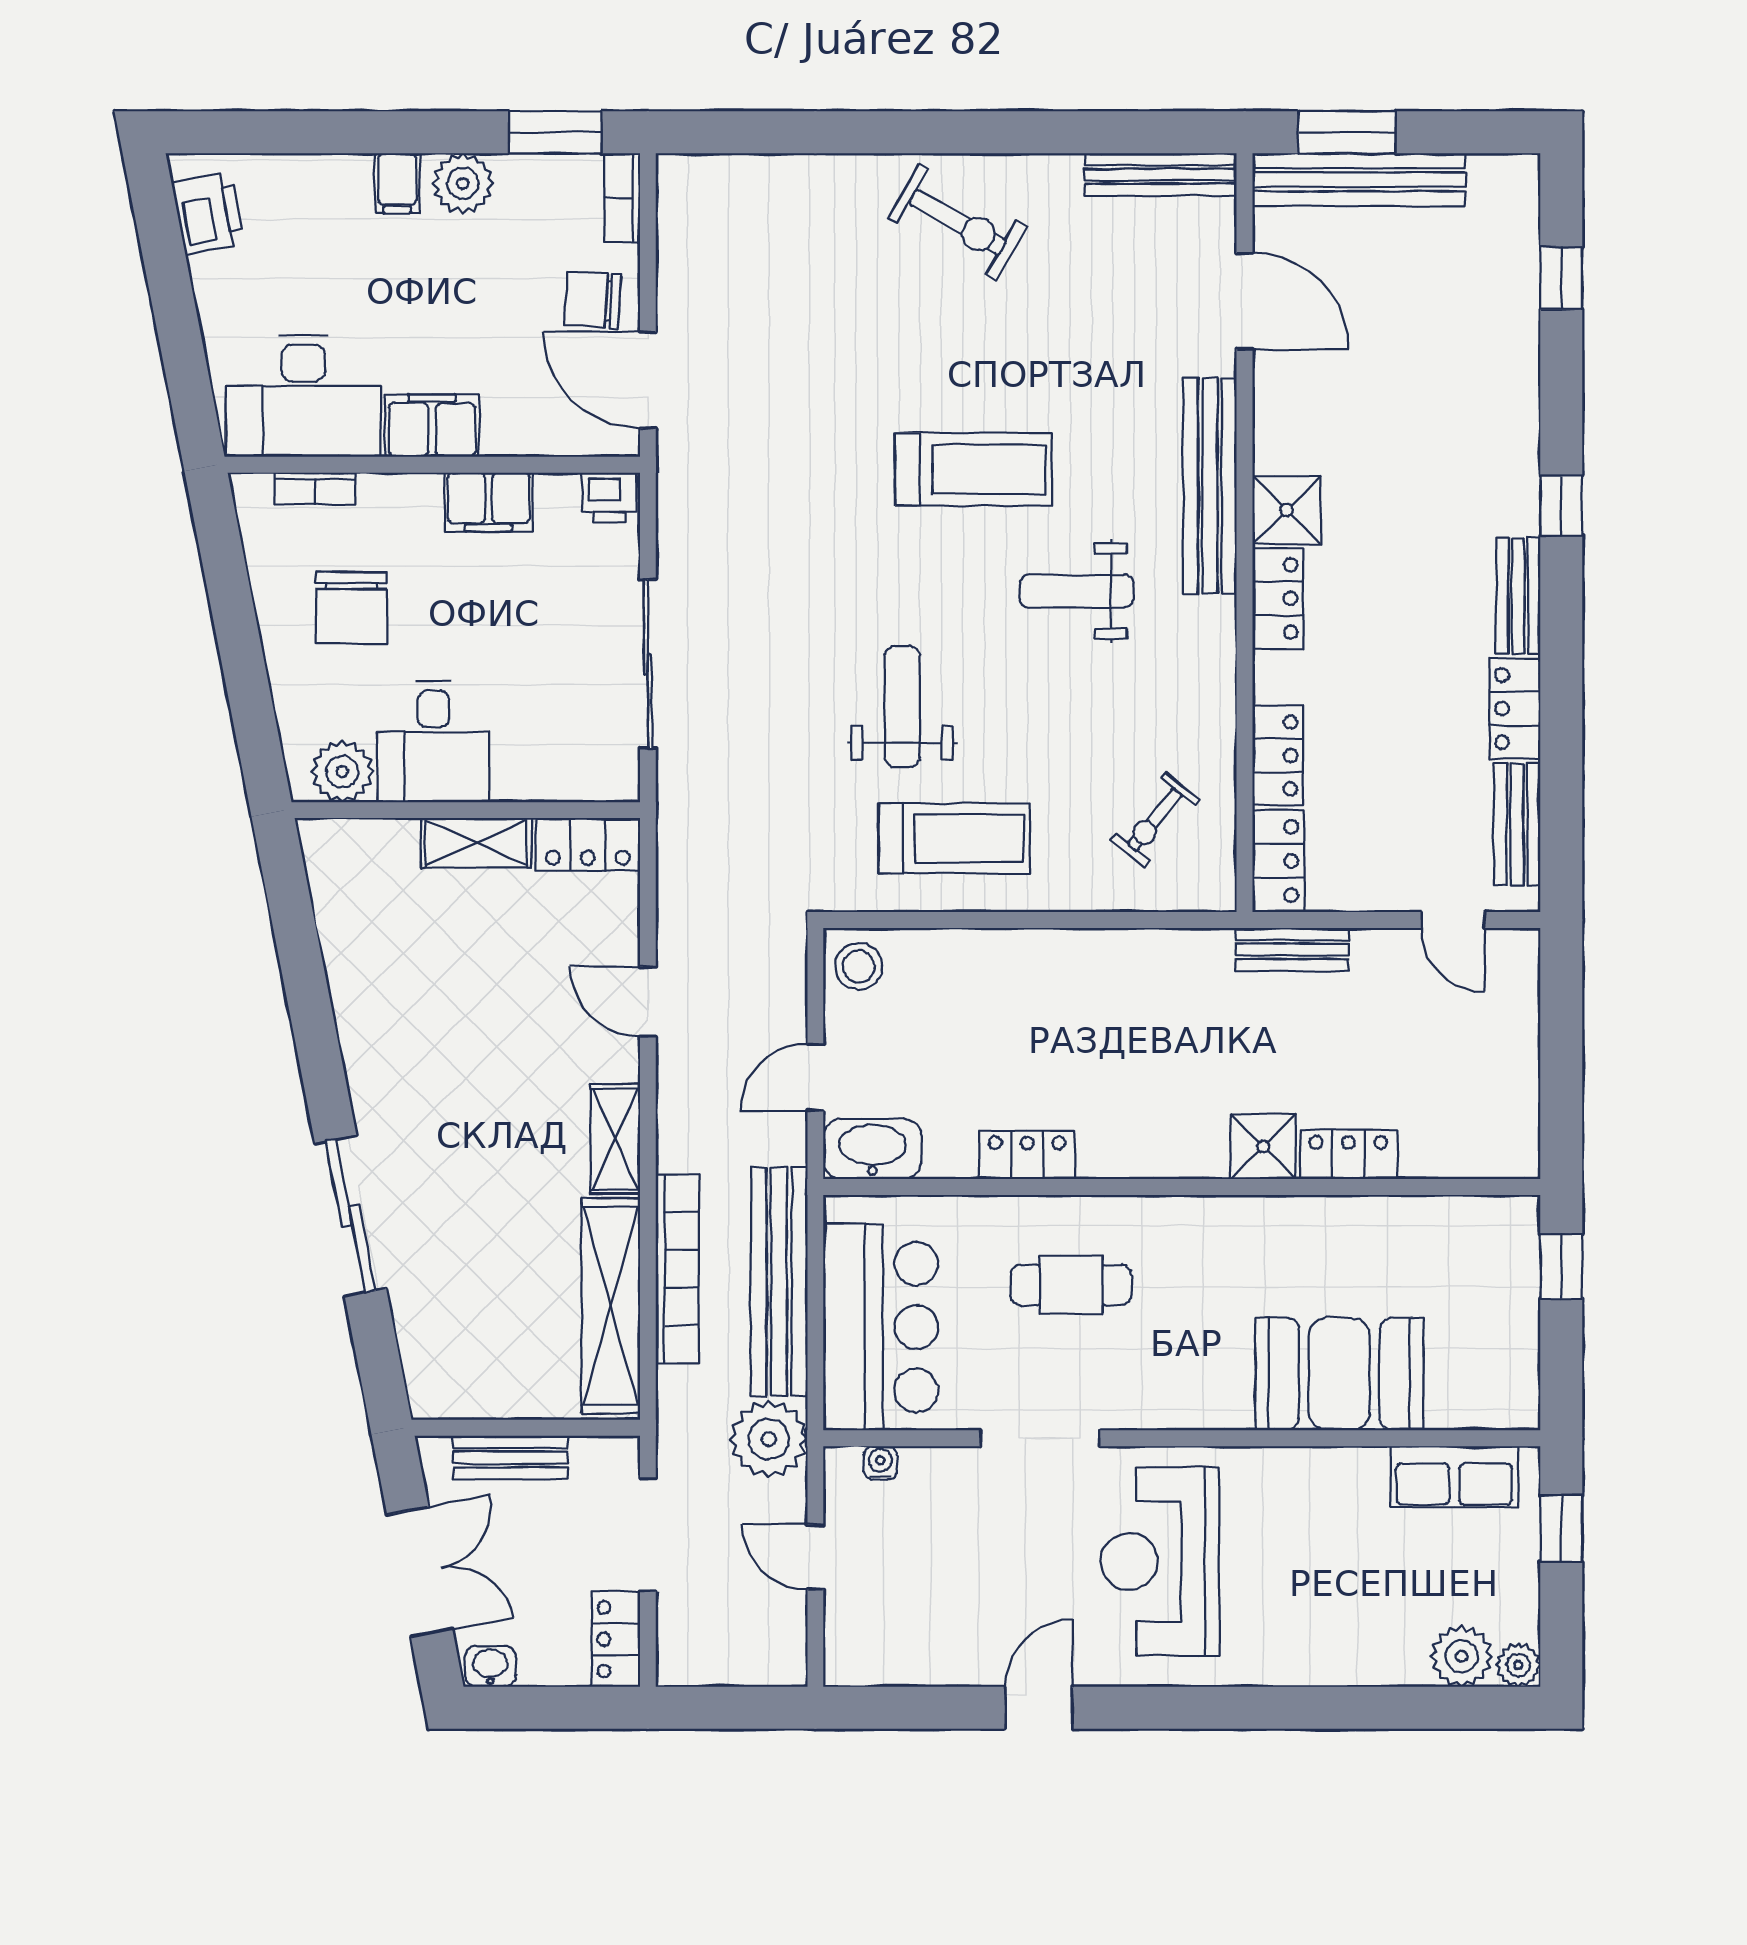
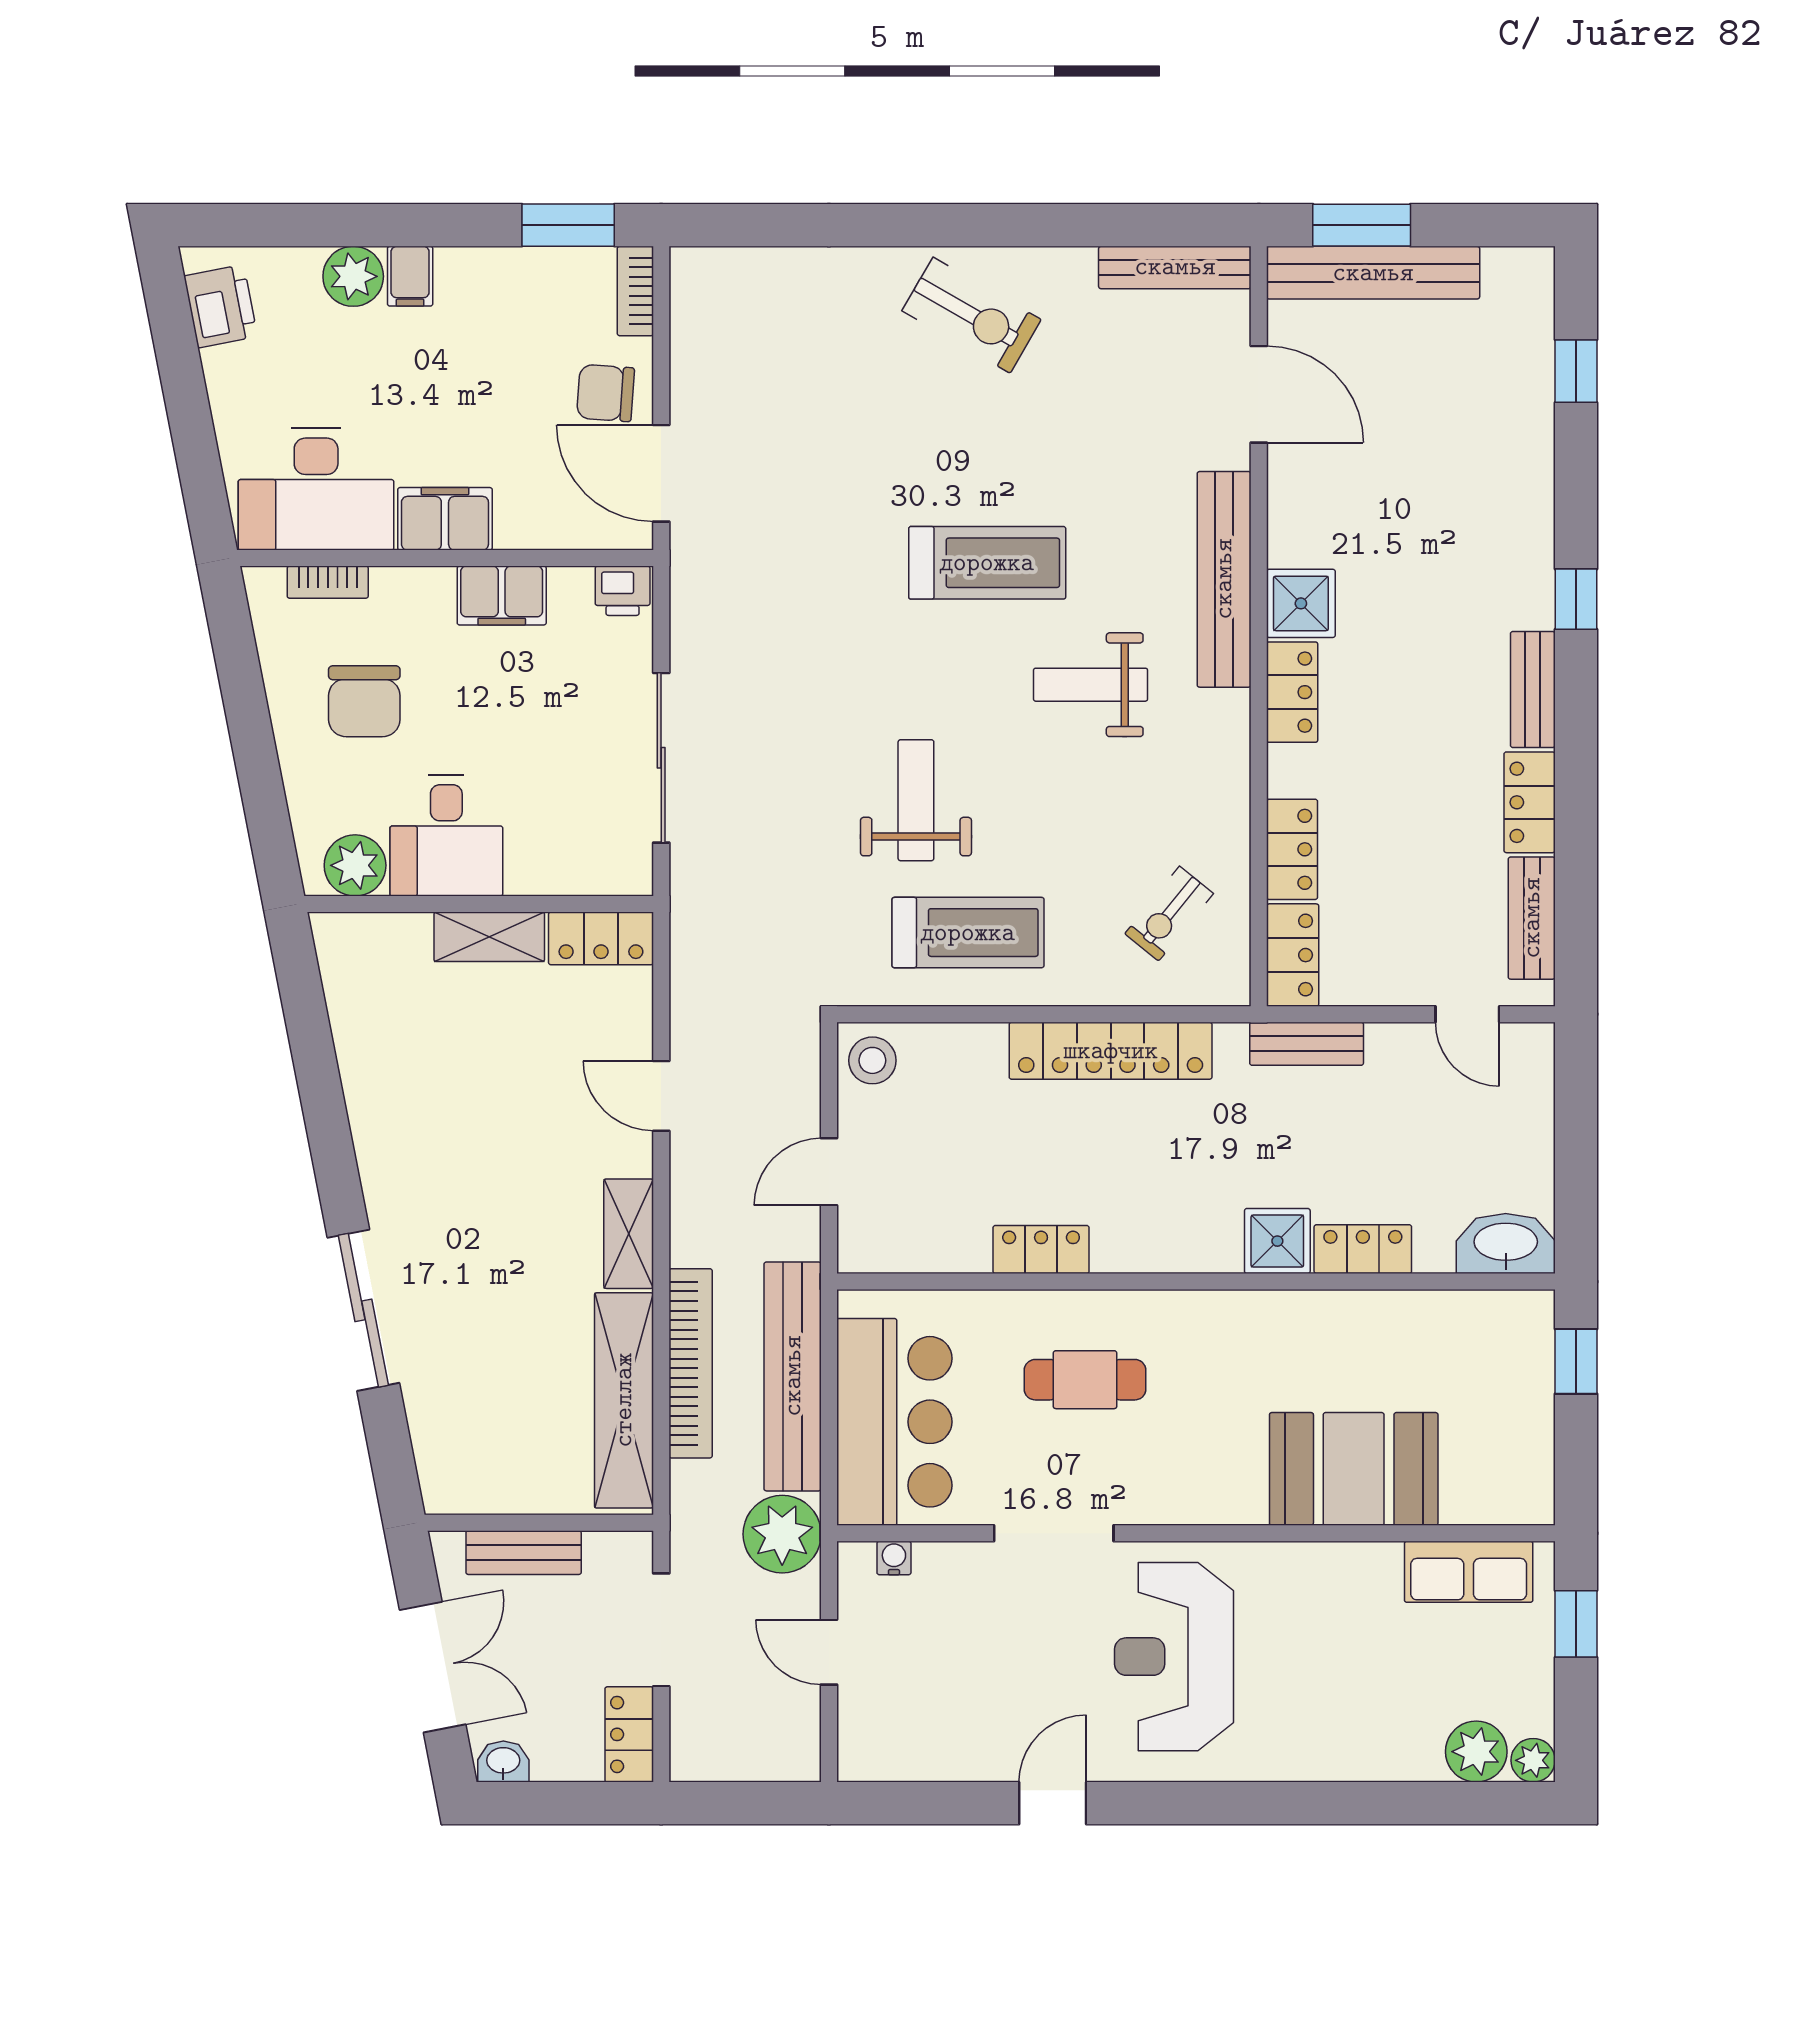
plant: (463, 183) -> (353, 276), moved
locker: (1097, 957) -> (1111, 1051), added
washbasin: (872, 1149) -> (1506, 1244), moved

